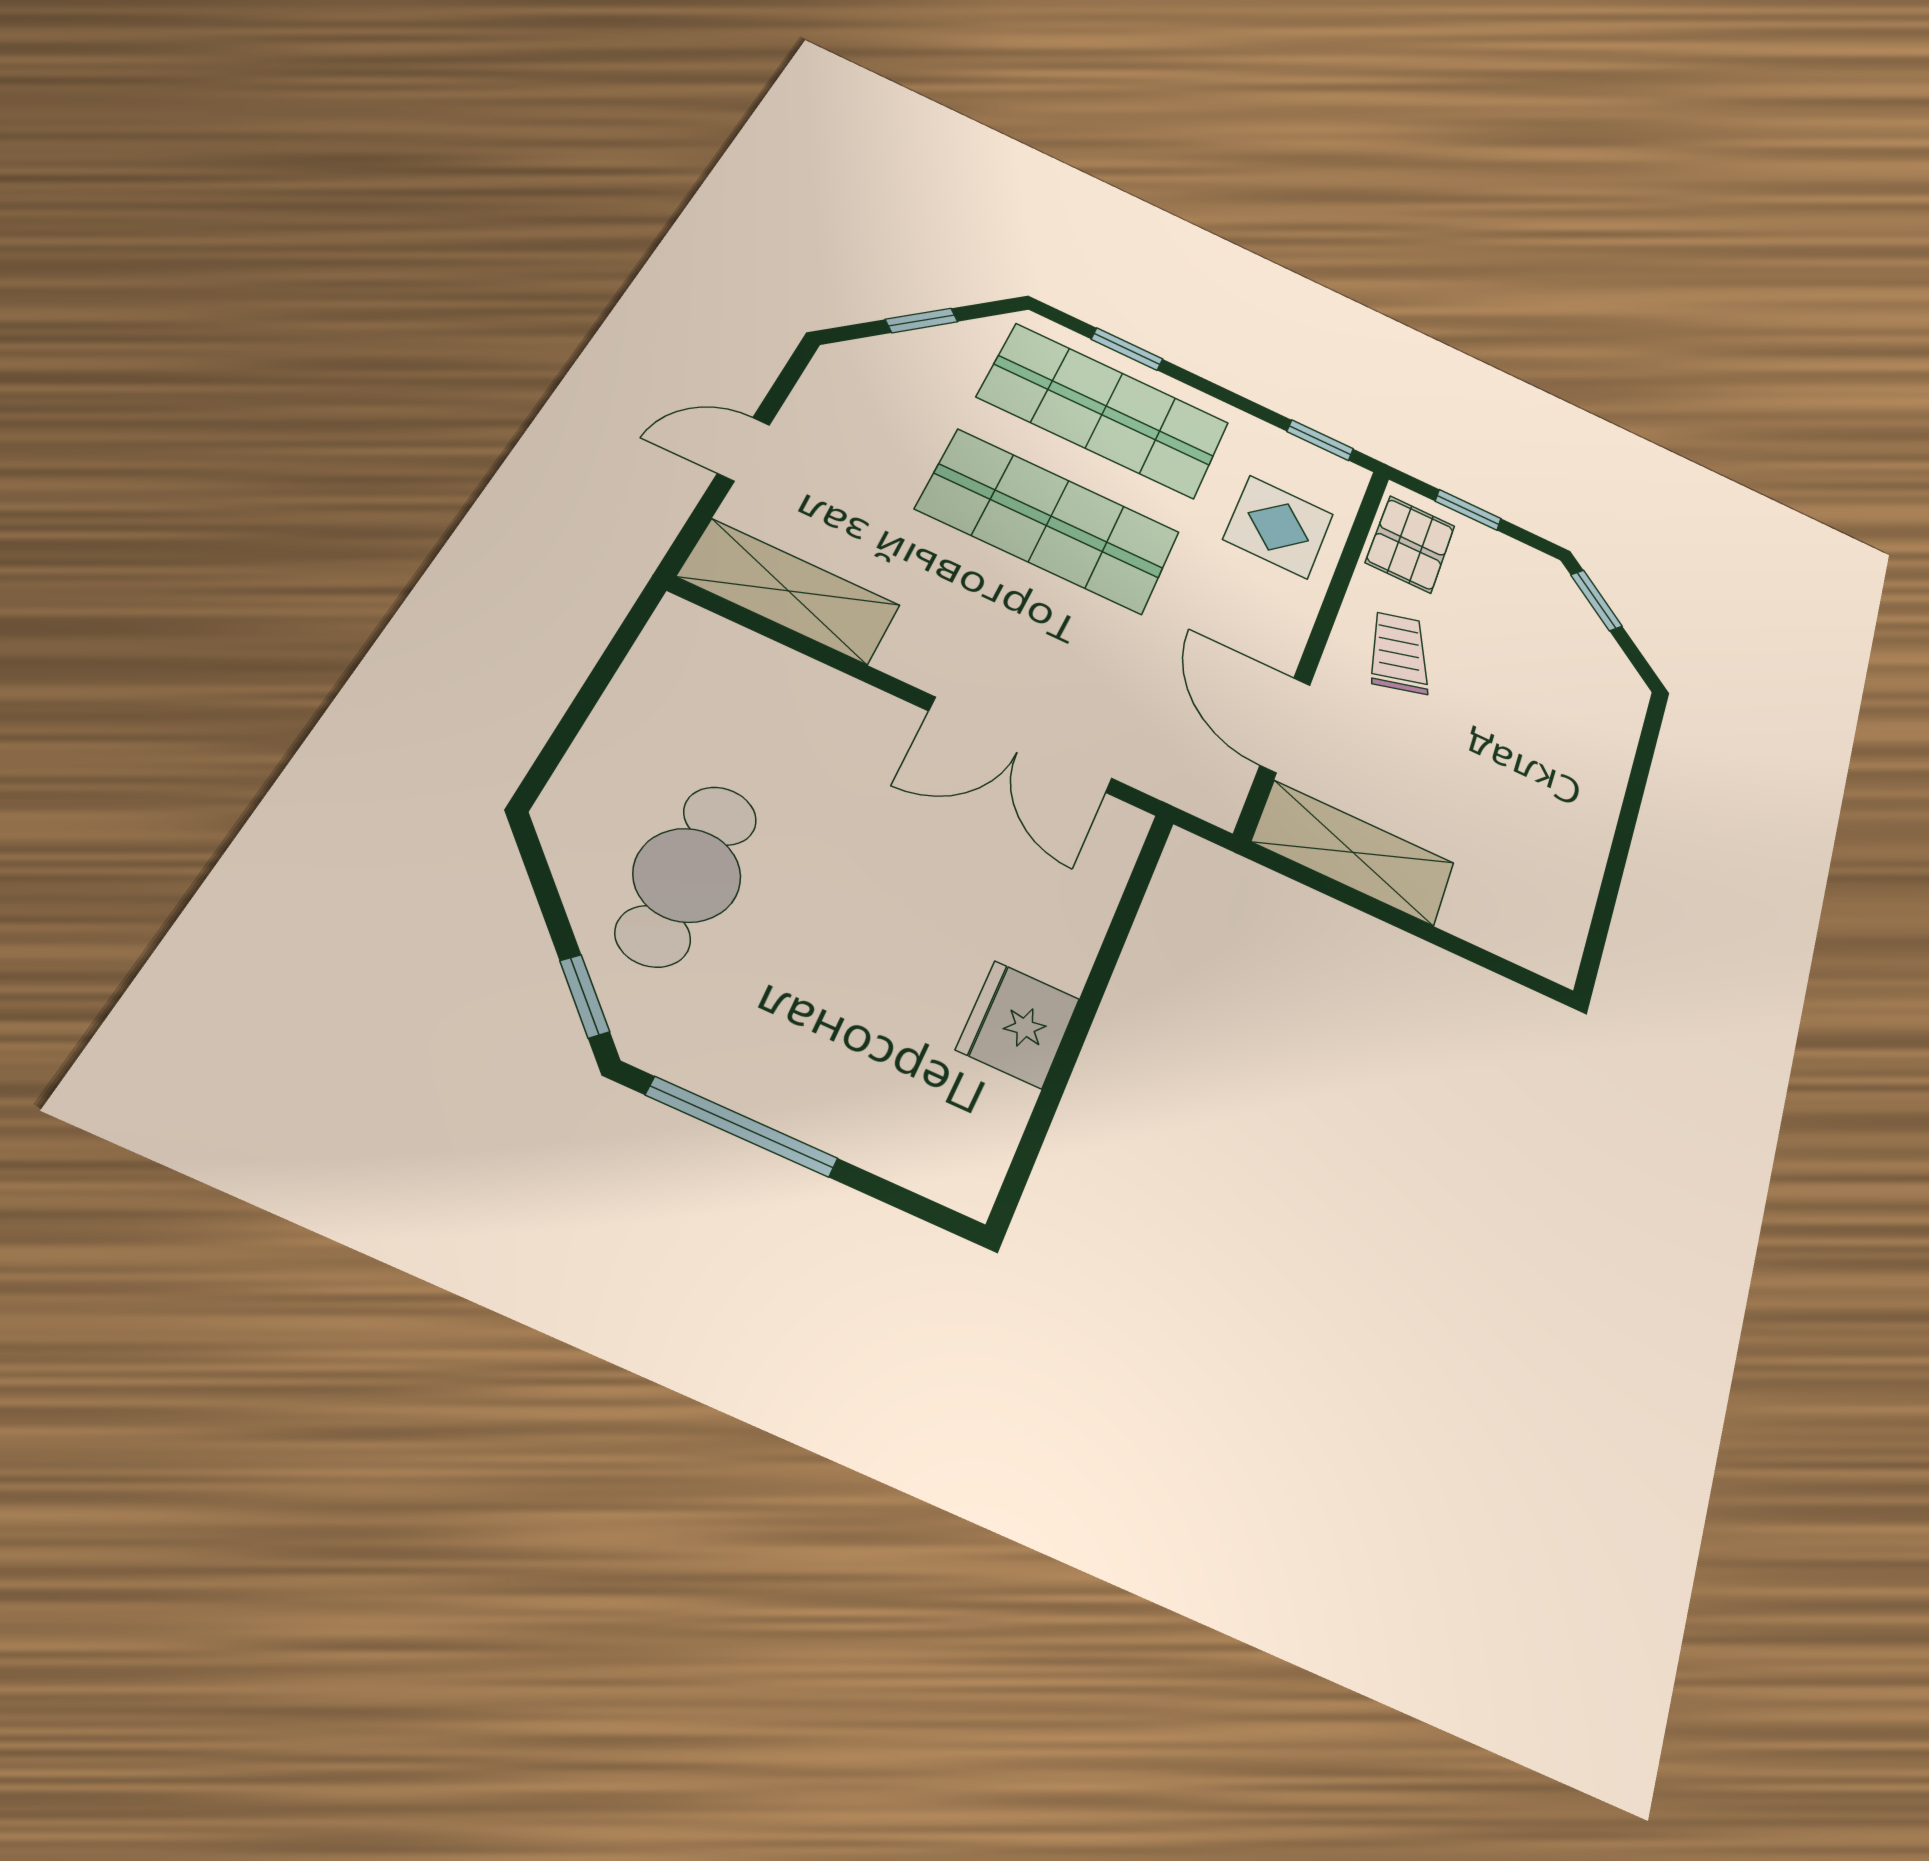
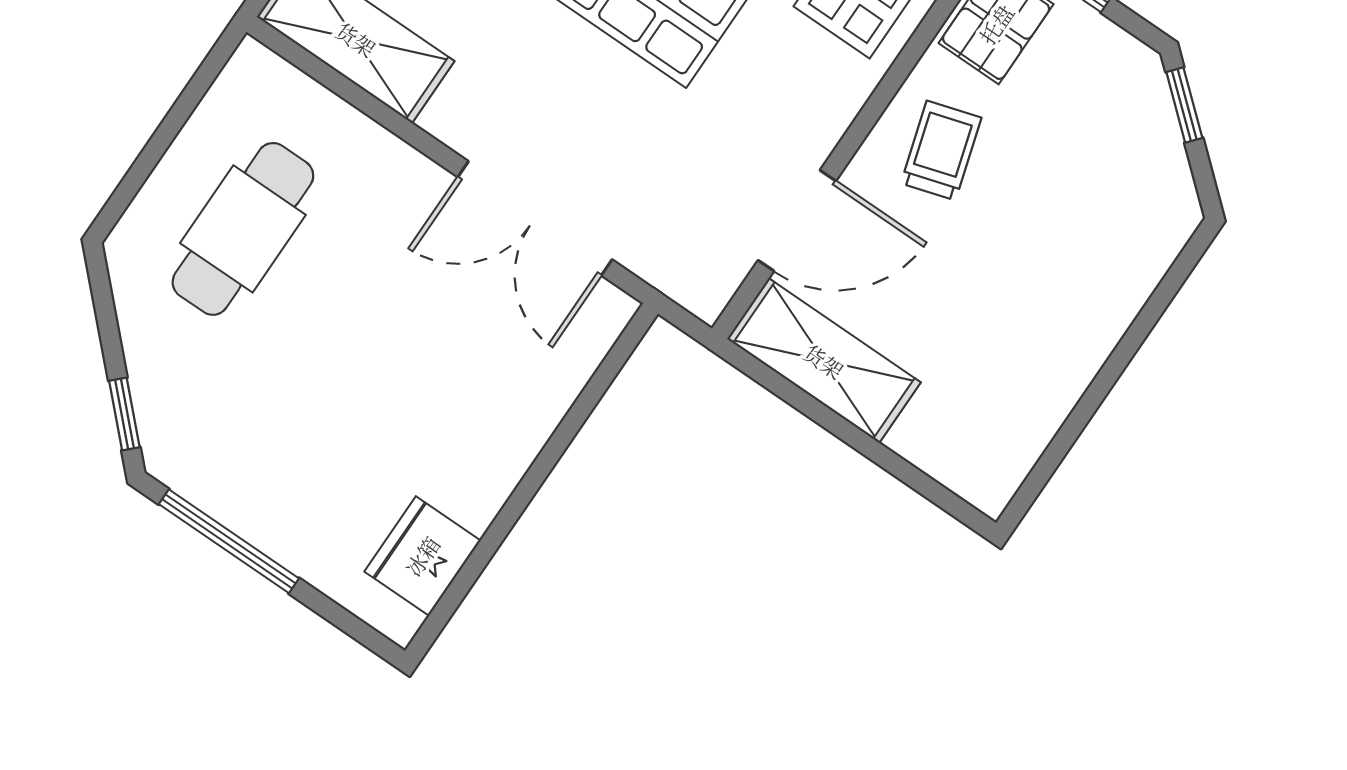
door: (1285, 725) -> (797, 221), swing flipped
cafe table: (687, 875) -> (243, 229), moved
fridge: (1018, 1024) -> (422, 556), moved

